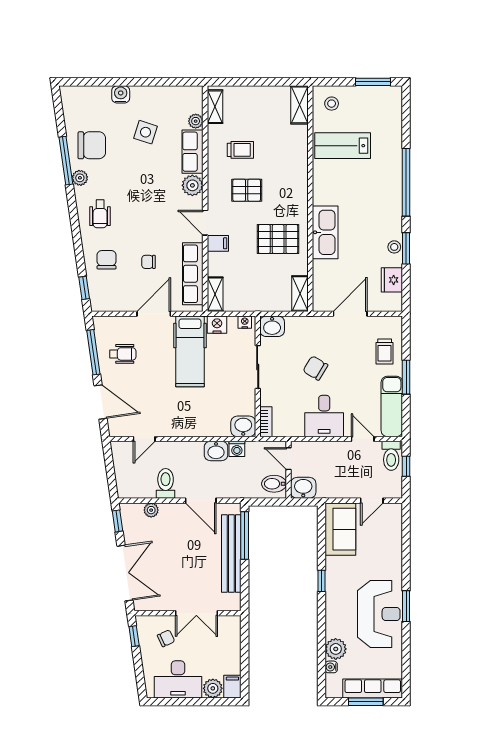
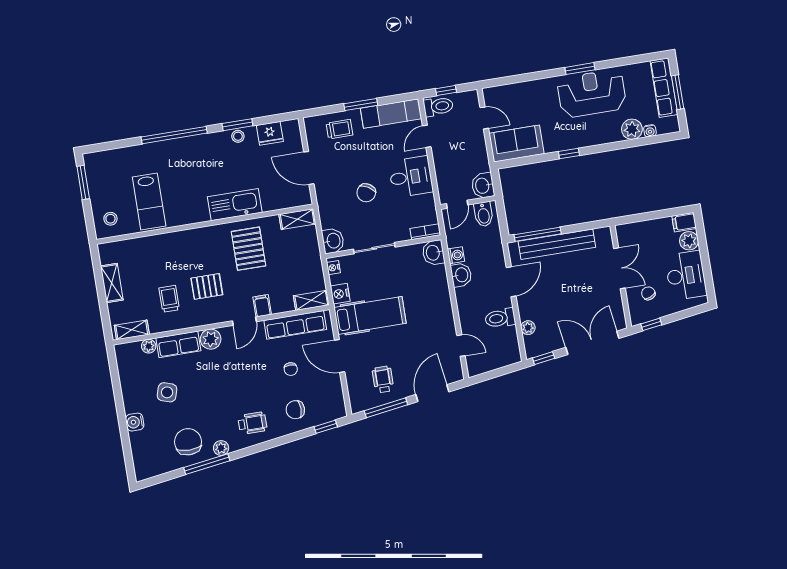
shelving: (299, 105) -> (112, 283), moved, turned 90
pallet: (247, 190) -> (207, 286), turned 90

